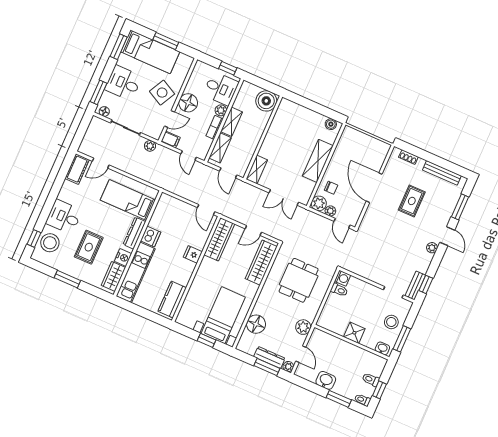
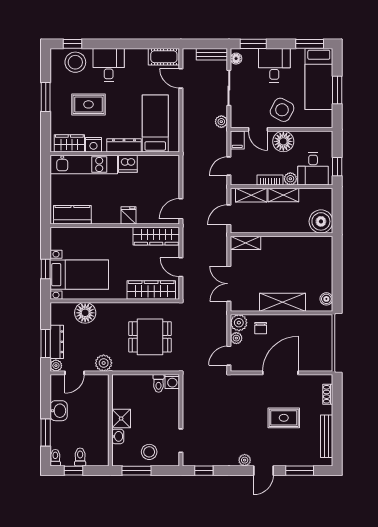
bench: (415, 285) -> (212, 54), moved
washbasin: (382, 348) -> (118, 436), moved

